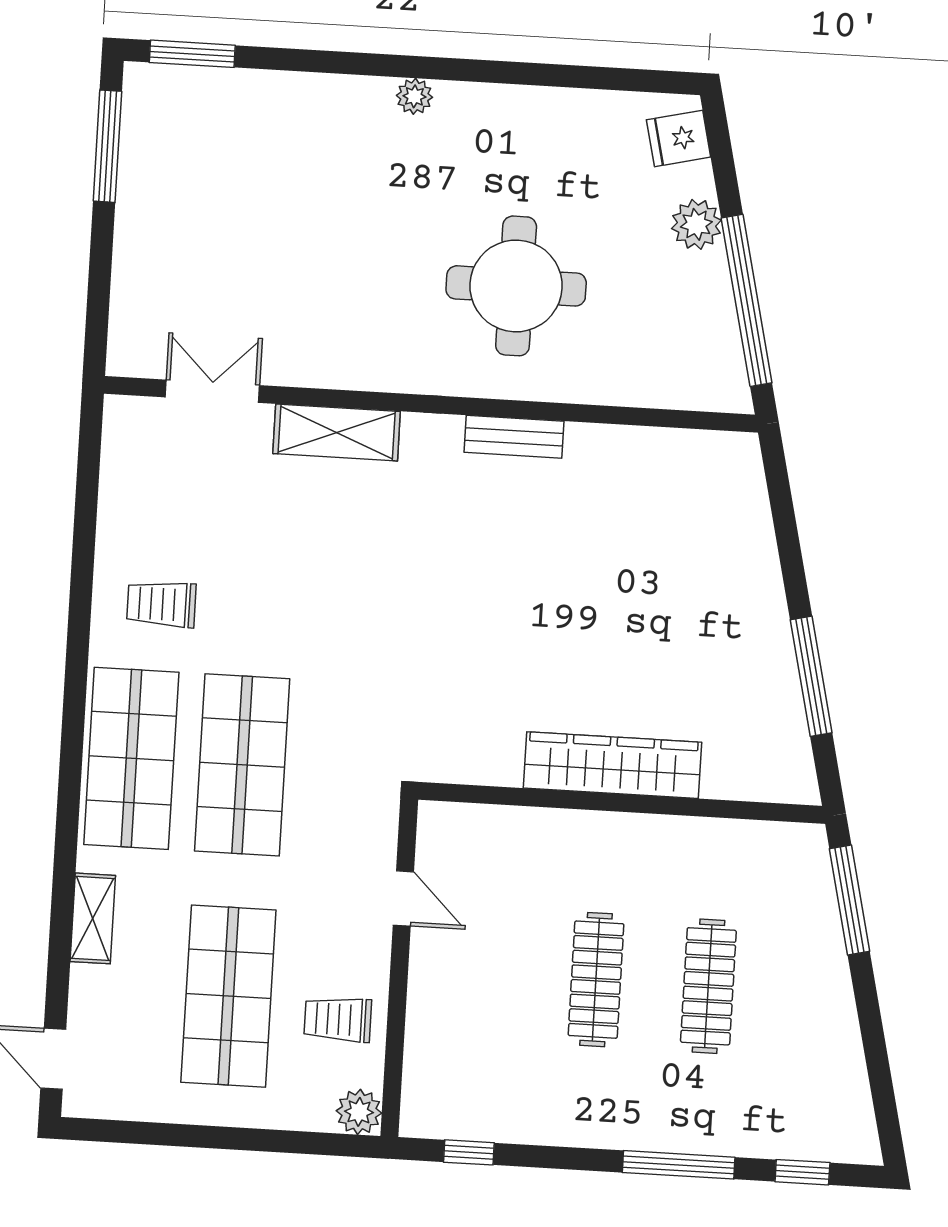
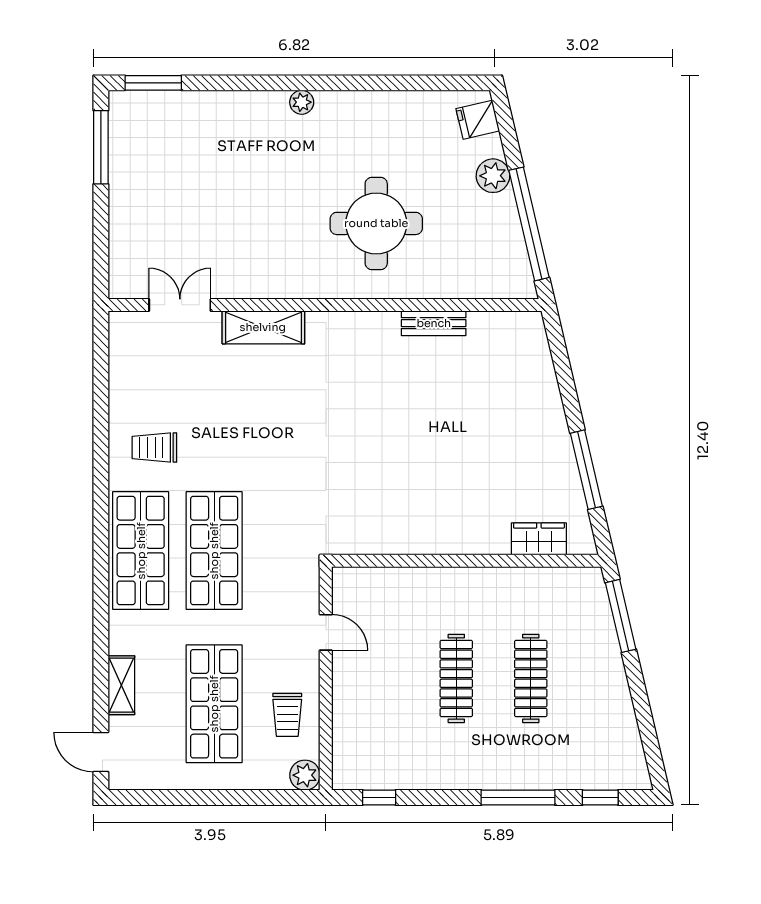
bench: (514, 437) -> (434, 323), moved
wardrobe: (613, 765) -> (539, 539), moved, width x0.48, depth x0.85
shelving: (93, 918) -> (121, 685), moved
trolley: (338, 1019) -> (287, 715), turned -90

